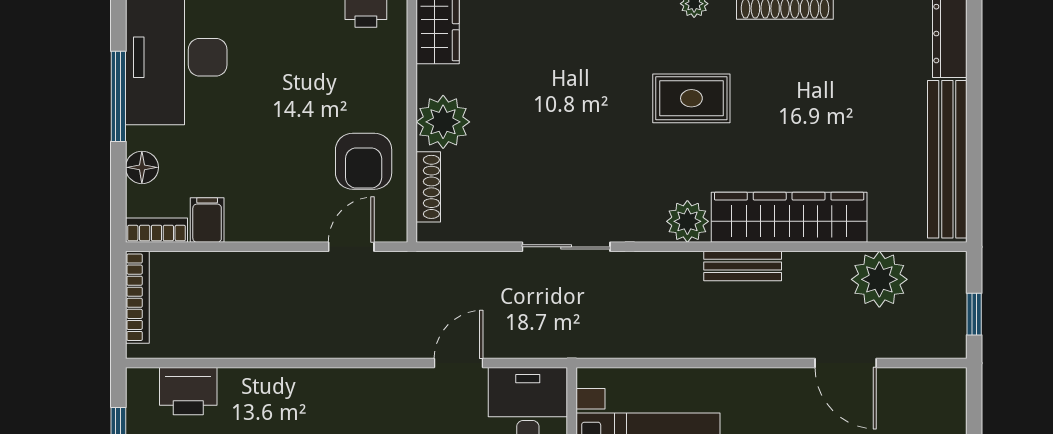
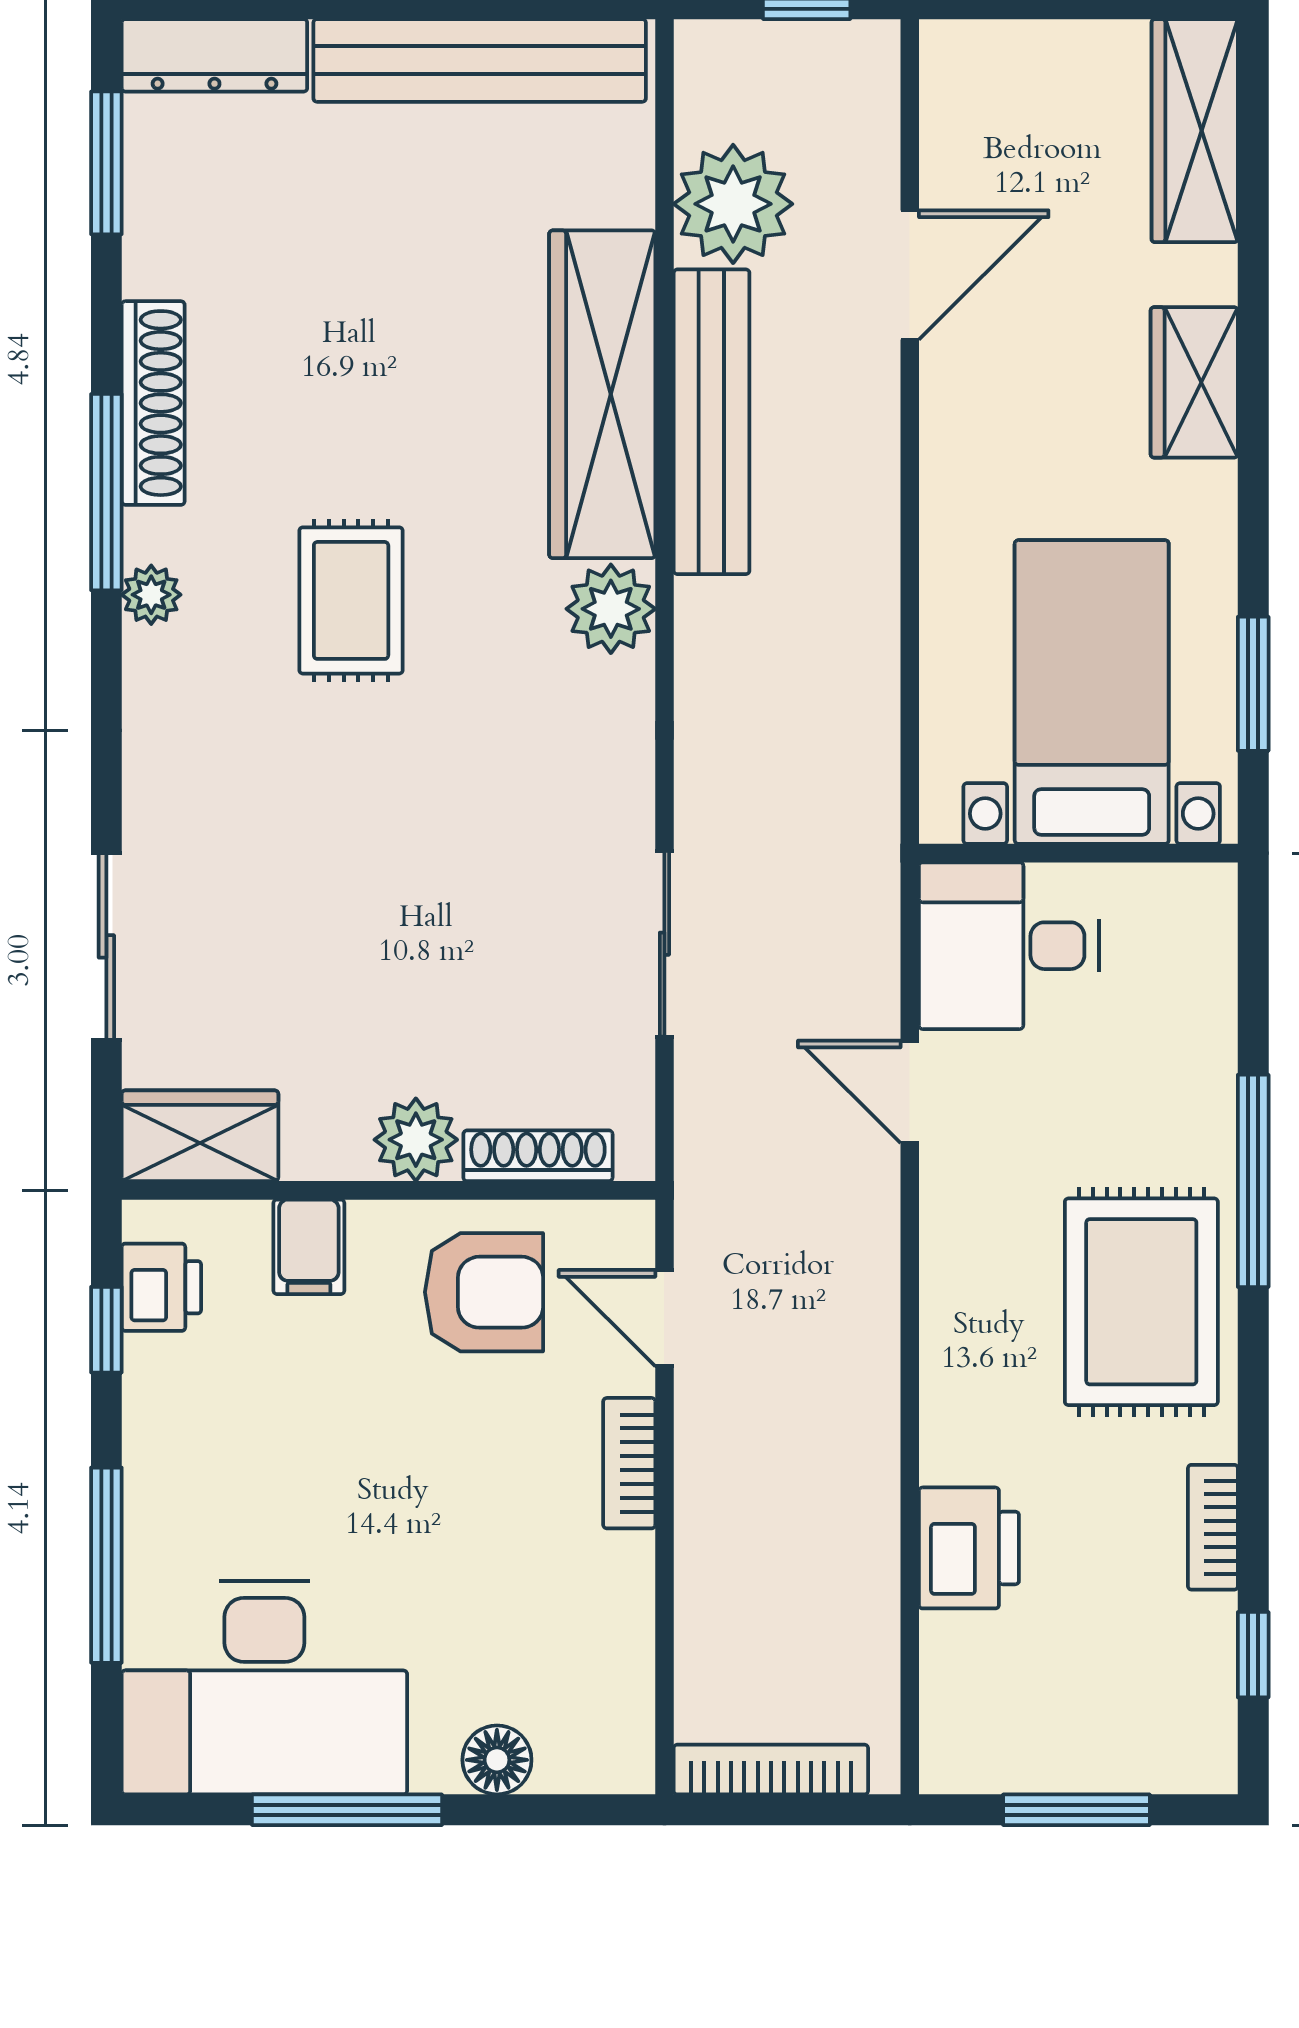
plant: (443, 122) -> (416, 1140), width x0.73, depth x0.73
filing cabinet: (207, 220) -> (309, 1247), moved, turned -90
bookcase: (156, 230) -> (629, 1463), moved
sliding door: (566, 247) -> (664, 944), moved
bench: (743, 266) -> (712, 422), width x1.86, depth x1.21
printer: (188, 391) -> (969, 1548), moved

